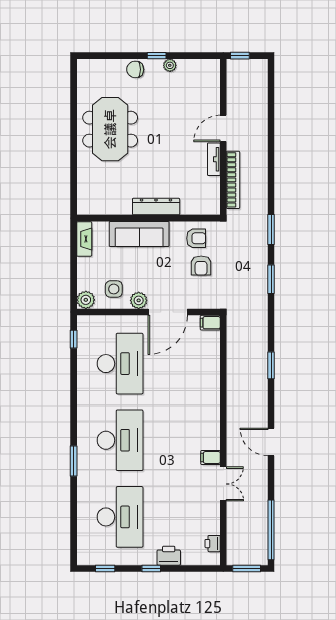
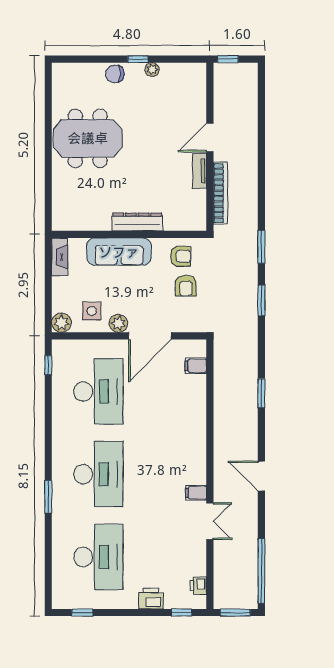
meeting table: (110, 129) -> (88, 138), turned 90
filing cabinet: (210, 323) -> (196, 366), moved
window: (151, 568) -> (182, 613), moved

